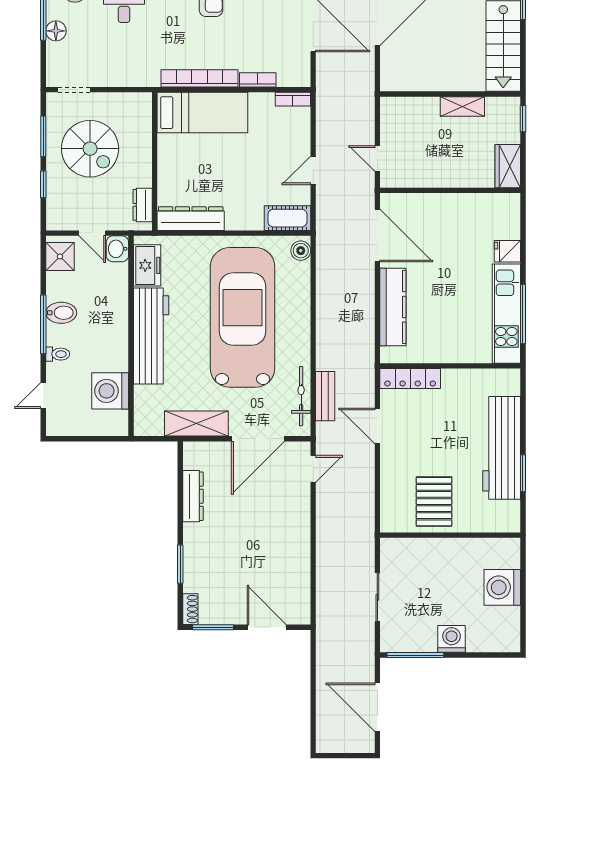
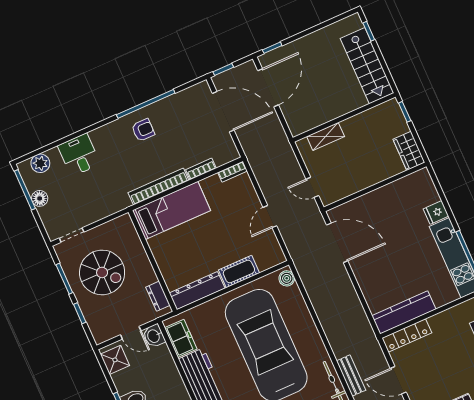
shelving: (462, 106) -> (326, 136), moved
cot: (287, 218) -> (239, 271), moved
kitchen counter: (393, 307) -> (404, 312), moved, turned -90

